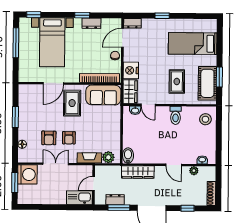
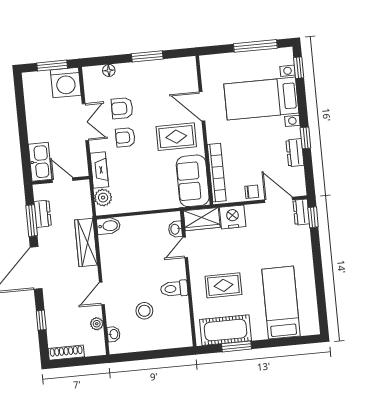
window: (162, 16) -> (313, 217), moved
stool: (205, 119) -> (144, 311), moved

